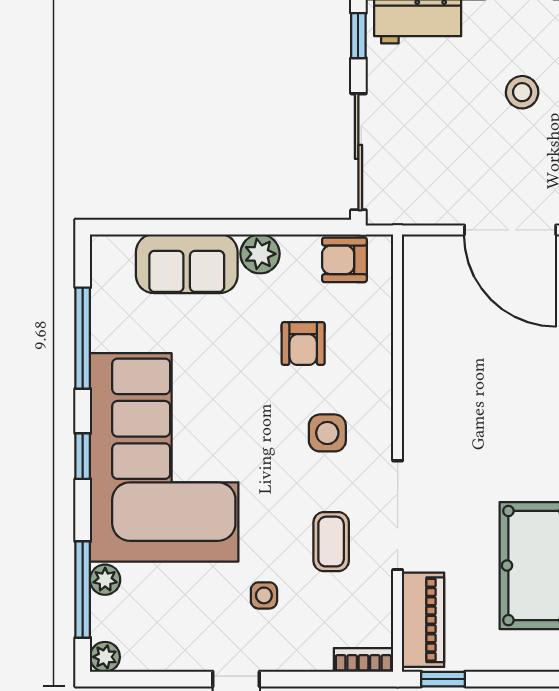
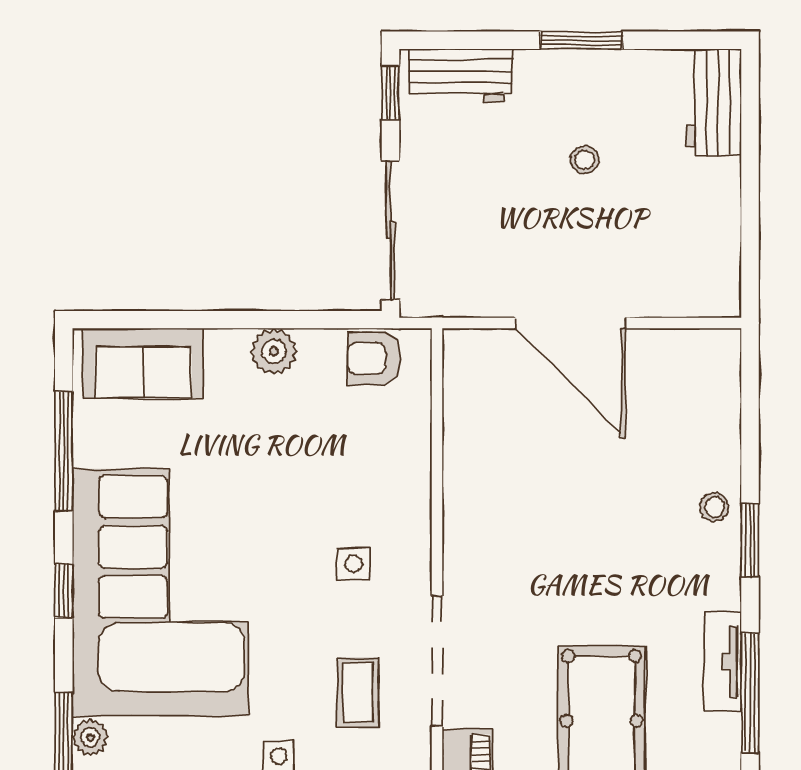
stool: (522, 92) -> (585, 160), width x0.73, depth x0.73
sofa: (187, 264) -> (143, 363), moved
armchair: (303, 344) -> (325, 458), removed
side table: (327, 433) -> (354, 564), width x0.73, depth x0.73

